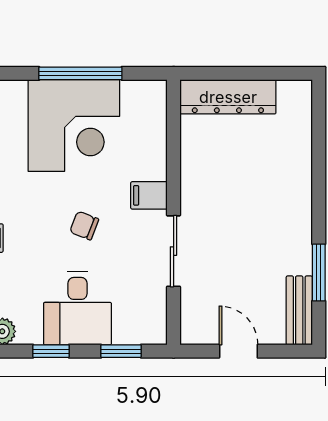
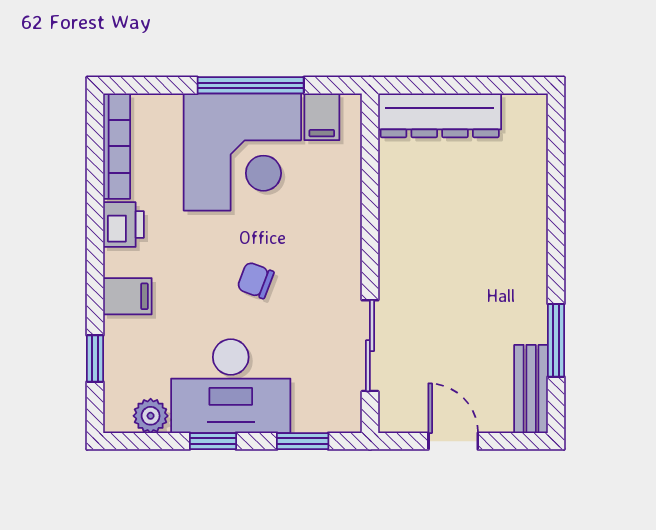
filing cabinet: (149, 195) -> (322, 117), moved, turned -90
sliding door: (174, 251) -> (370, 346), moved
desk: (78, 308) -> (231, 386), width x1.37

